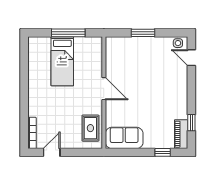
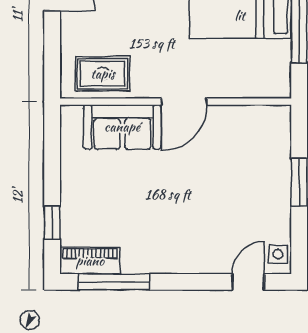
window: (191, 123) -> (114, 282), width x2.17
sofa: (124, 138) -> (122, 127), moved, turned 90

